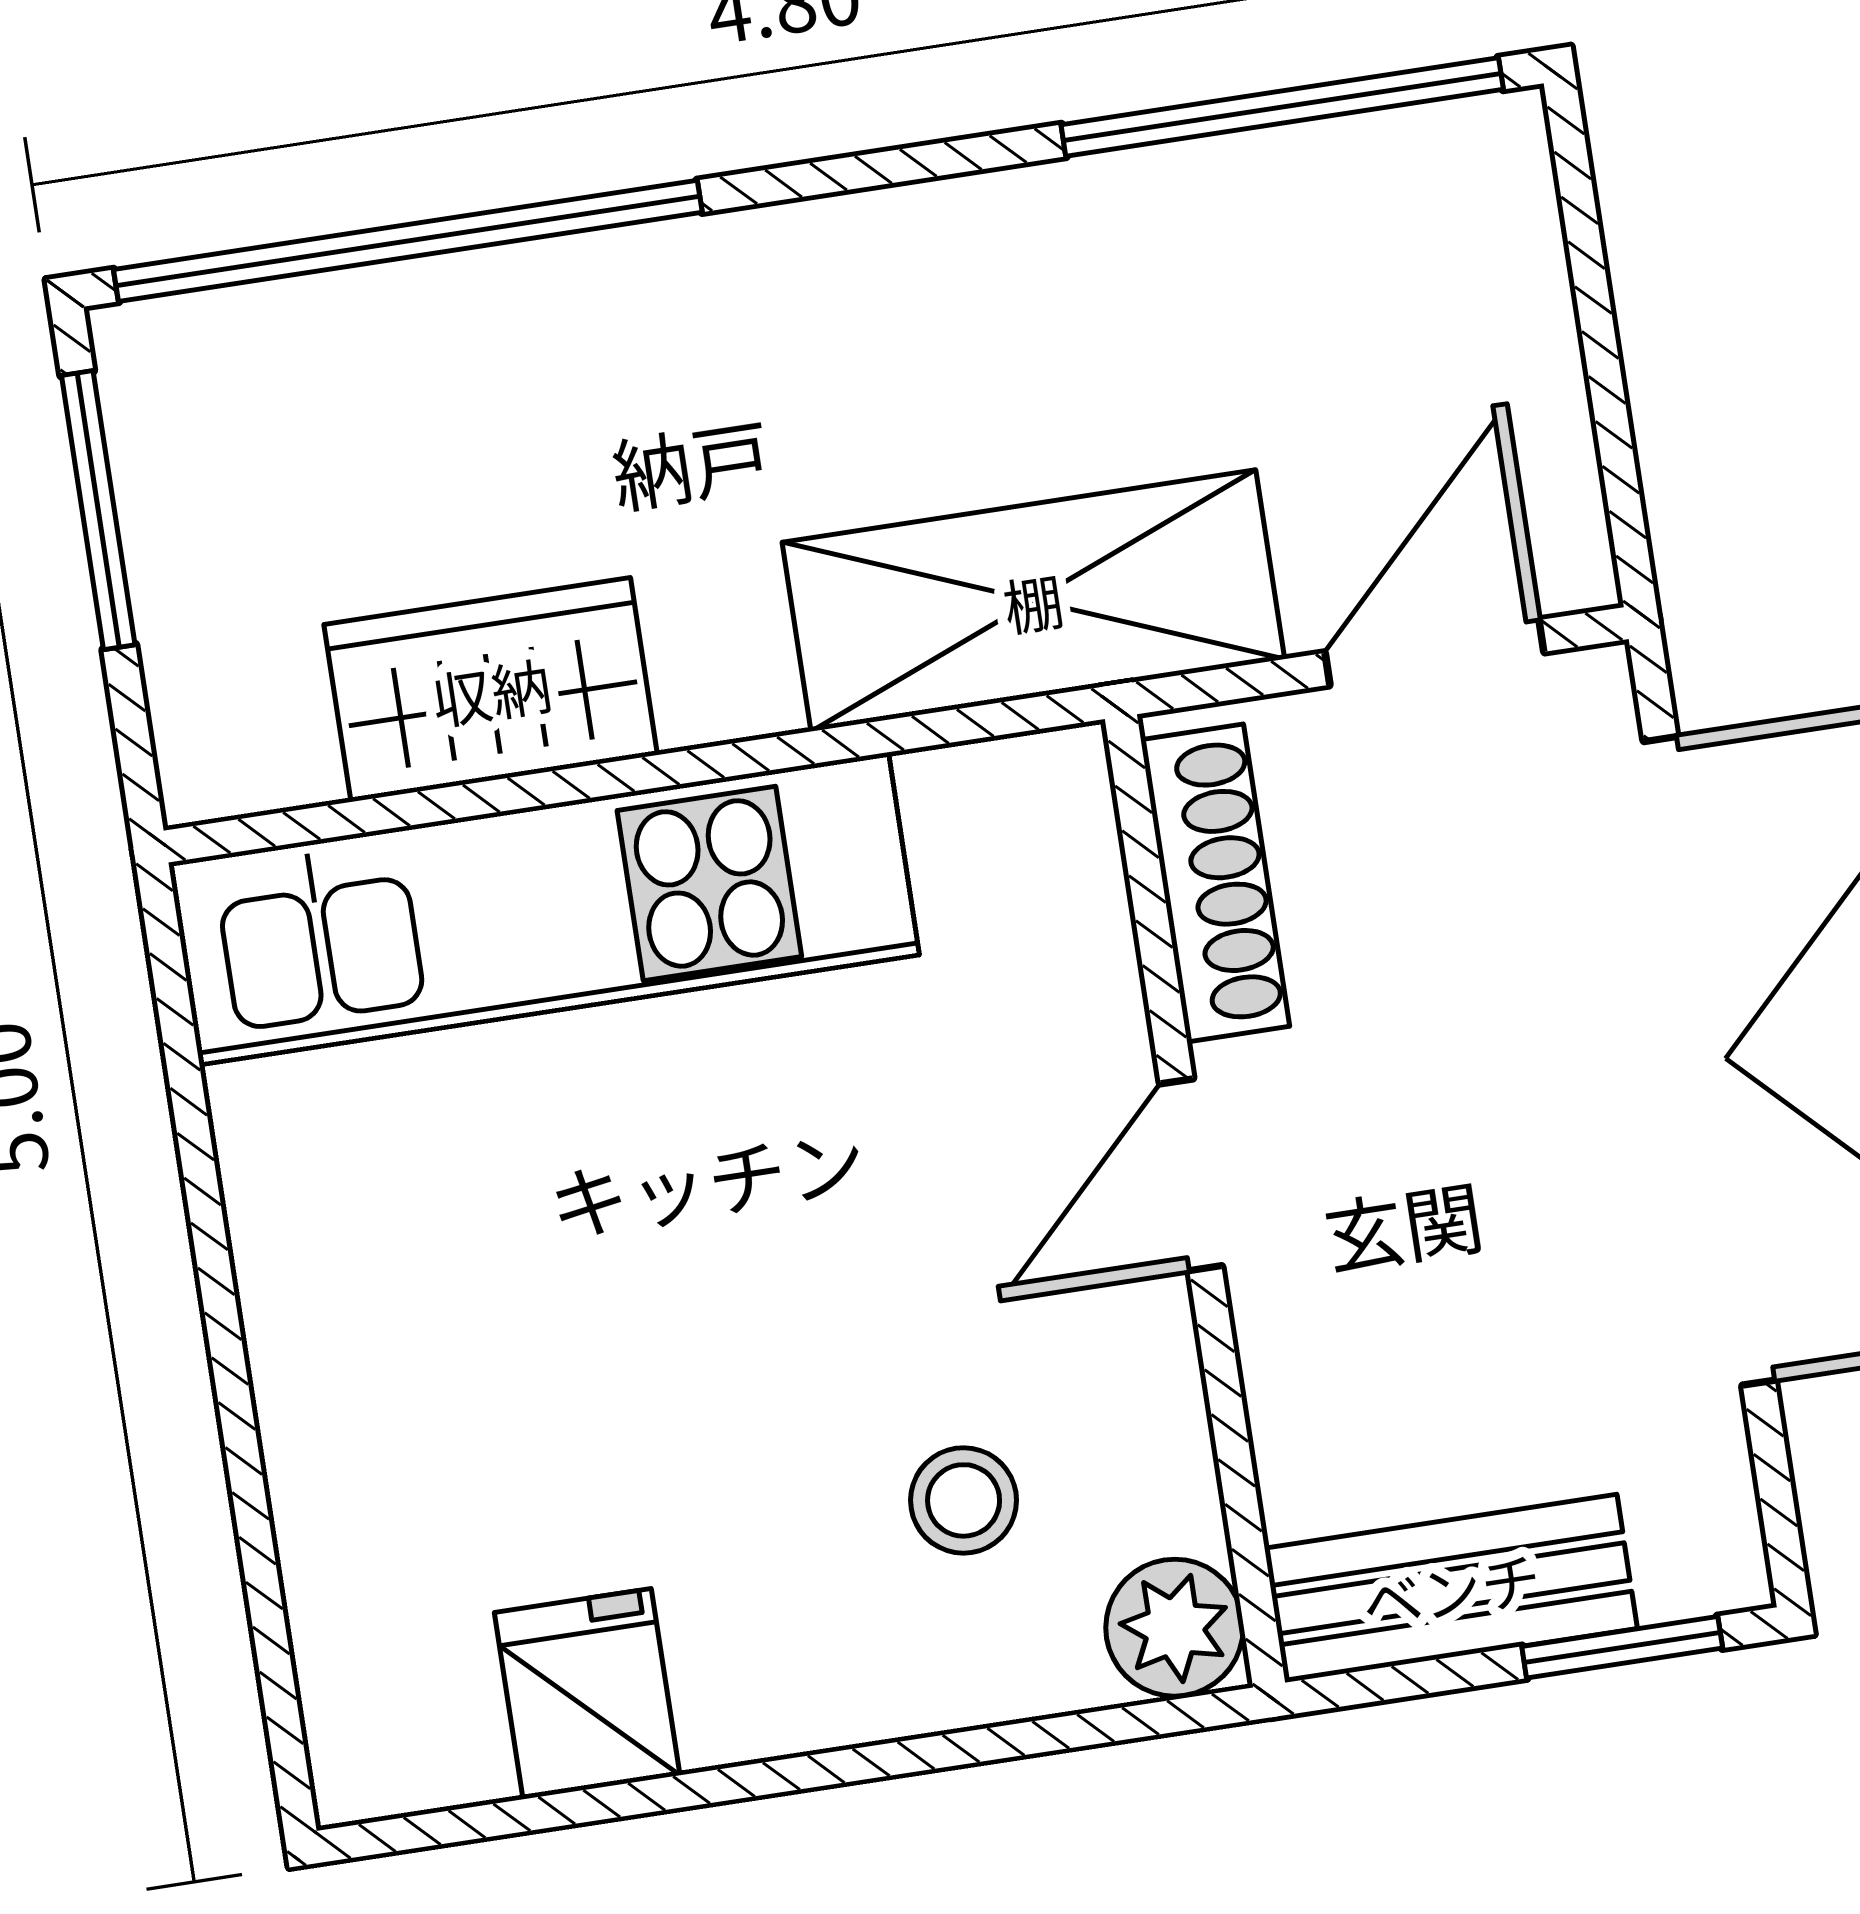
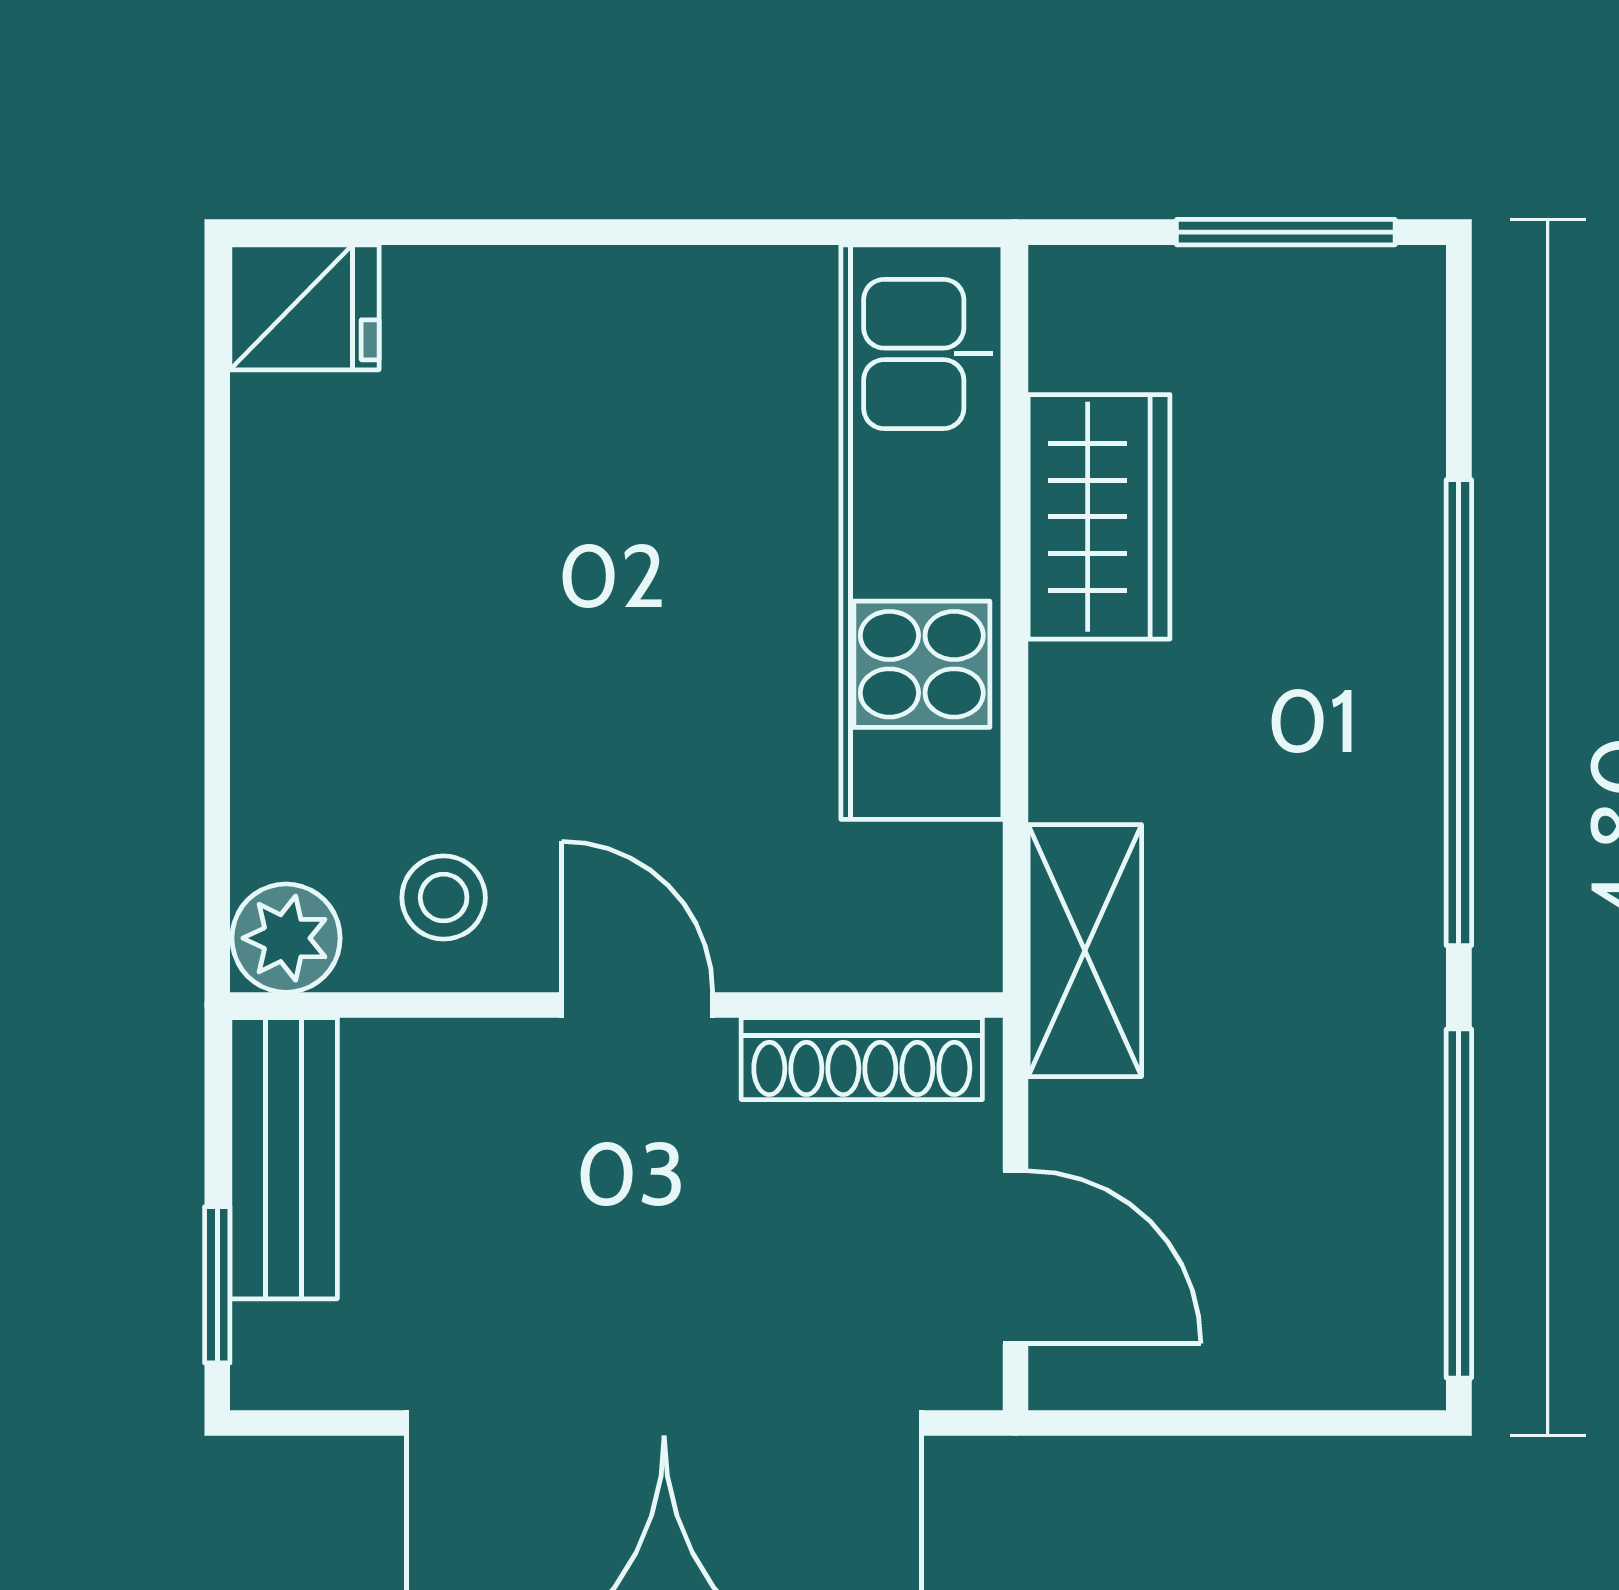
window: (408, 241) -> (1459, 713), moved
shelving: (1033, 601) -> (1085, 951), width x0.67, depth x0.75
stool: (964, 1500) -> (444, 898), moved
fridge: (587, 1694) -> (305, 307), moved

